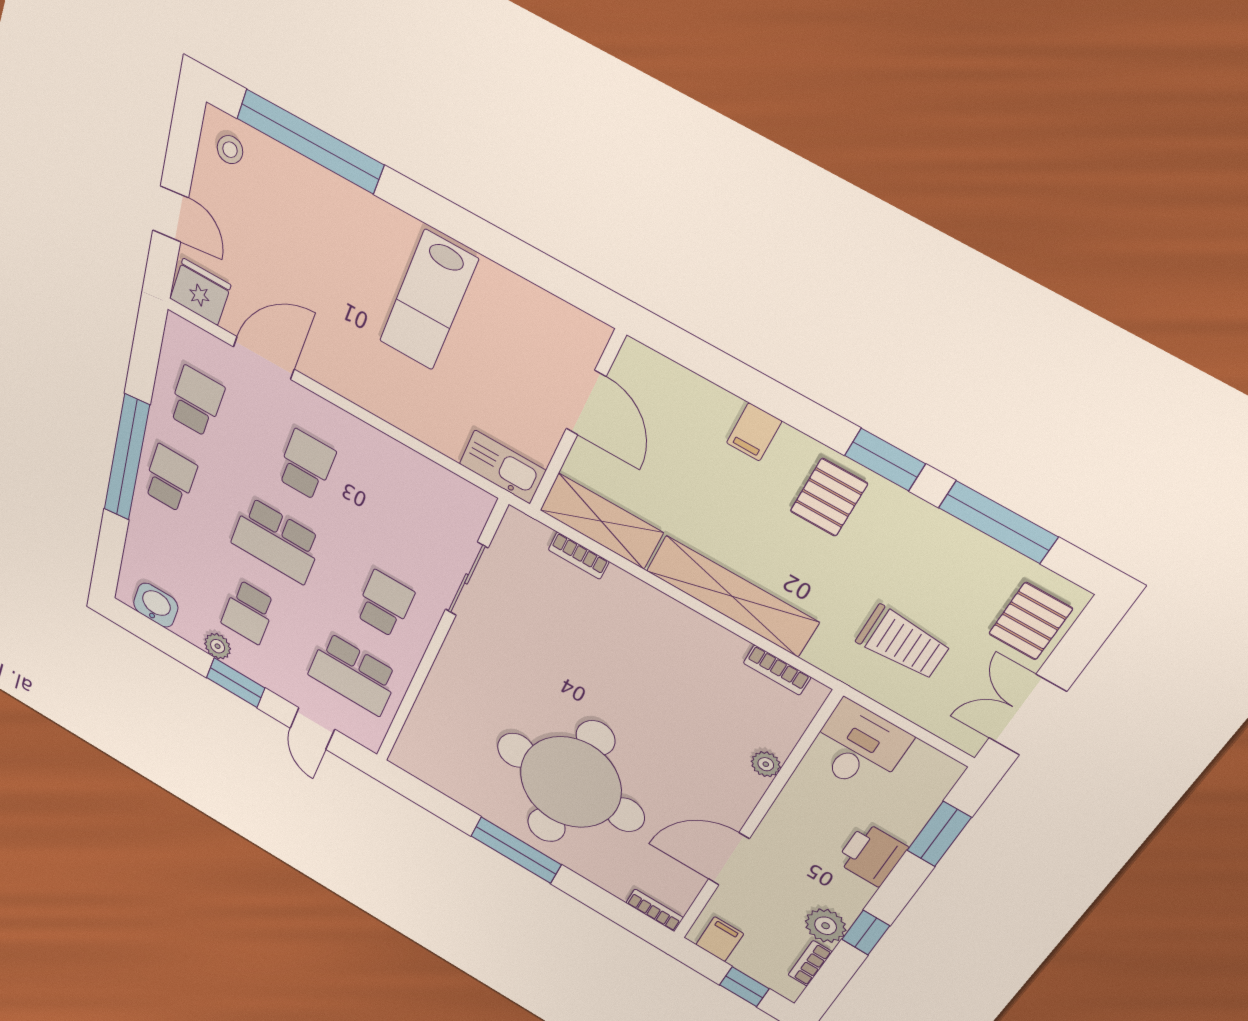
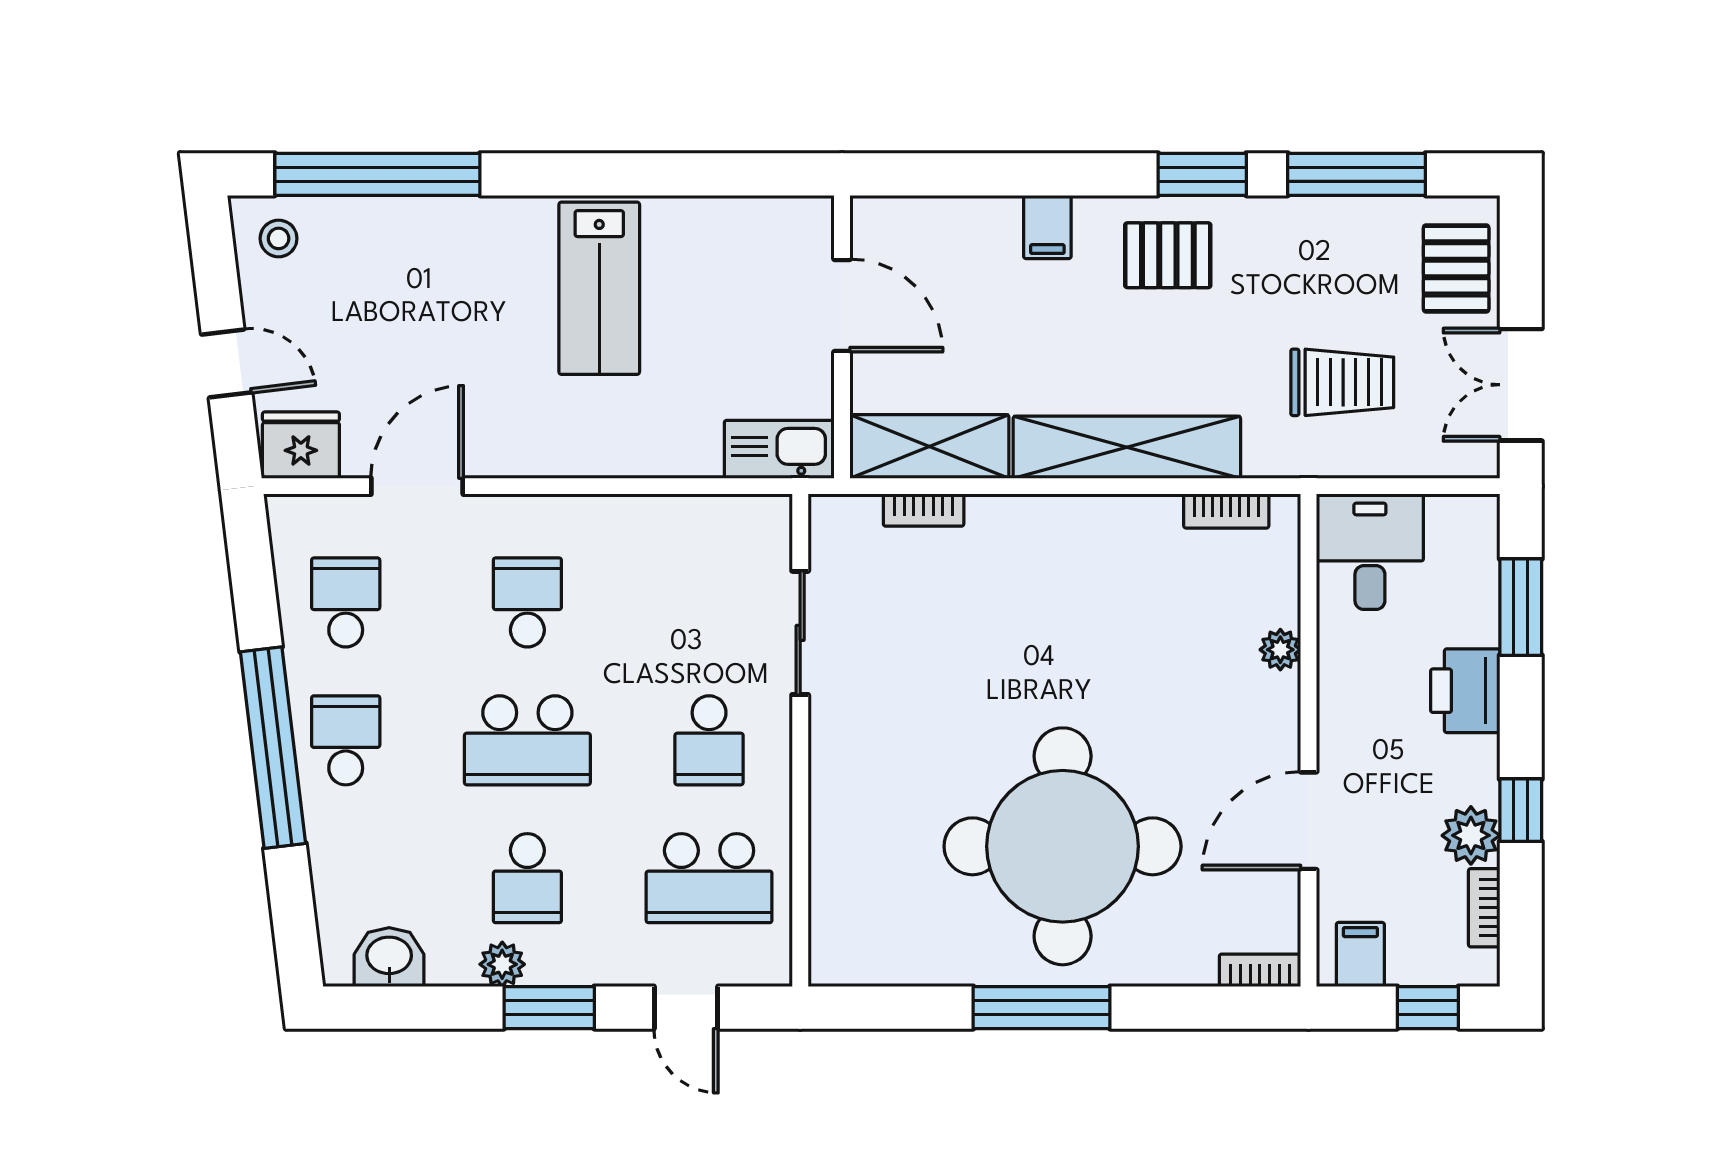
pallet: (829, 497) -> (1168, 255), turned 90
school desk: (385, 604) -> (709, 740), turned 180

